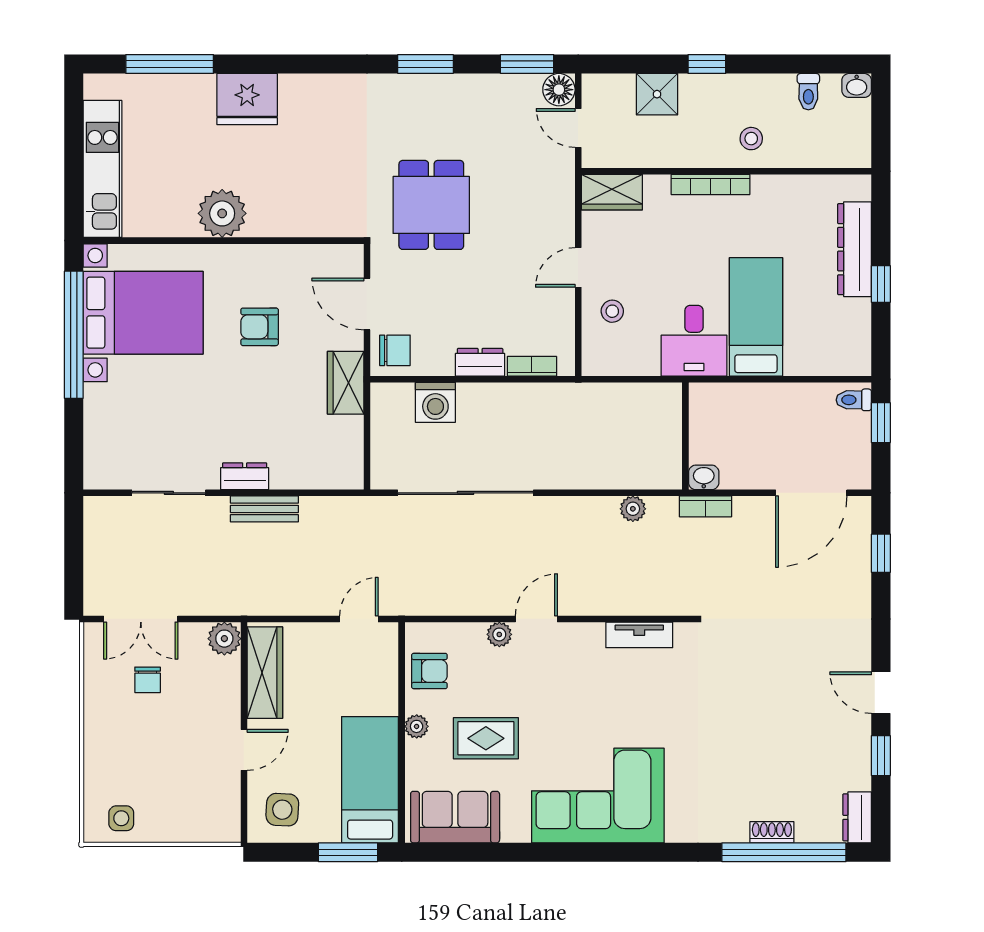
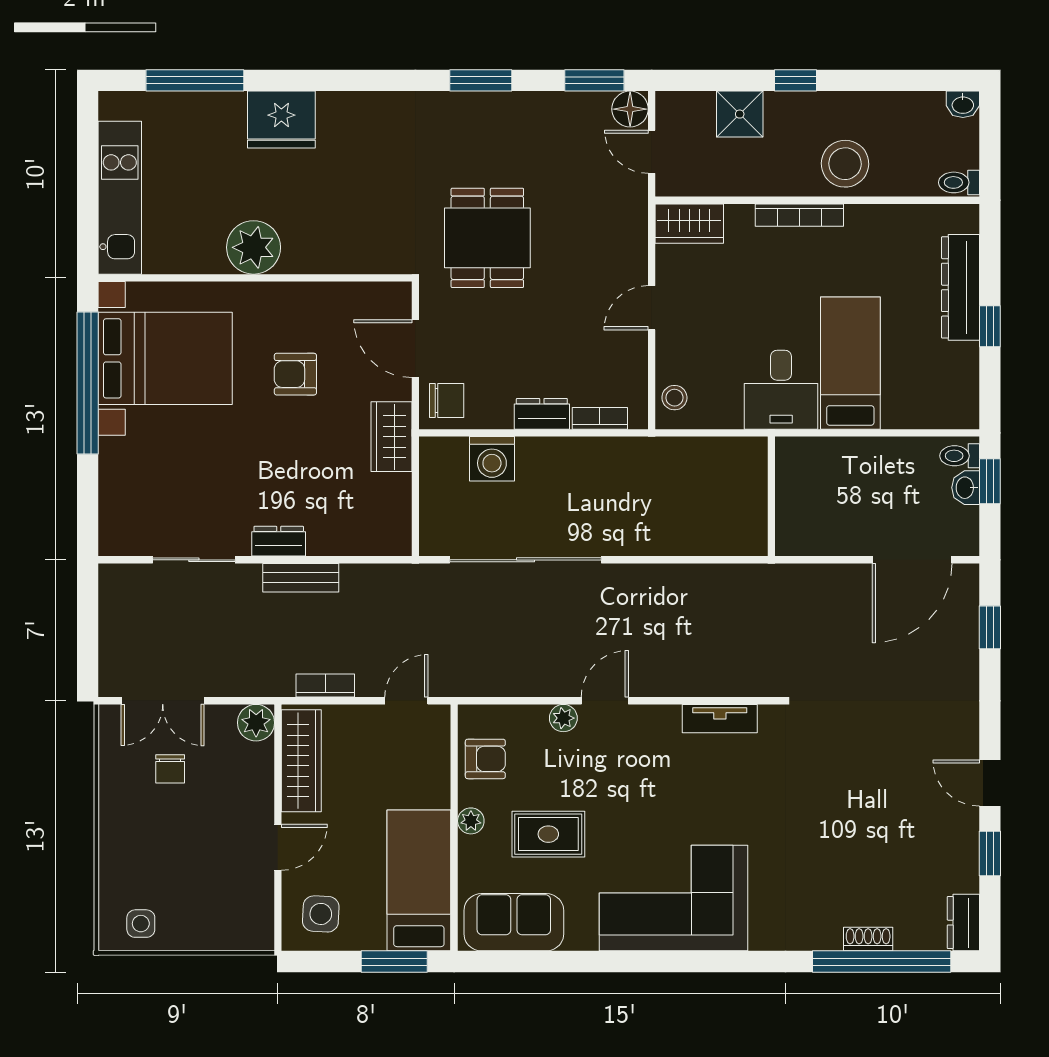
toilet: (808, 92) -> (959, 182), moved, turned 90
stool: (751, 139) -> (845, 164), width x1.89, depth x1.89
stool: (612, 311) -> (674, 398), moved
washbasin: (704, 477) -> (966, 488), moved, turned -90
bookcase: (706, 506) -> (325, 686), moved, turned 180
plant: (633, 509) -> (713, 578), removed

